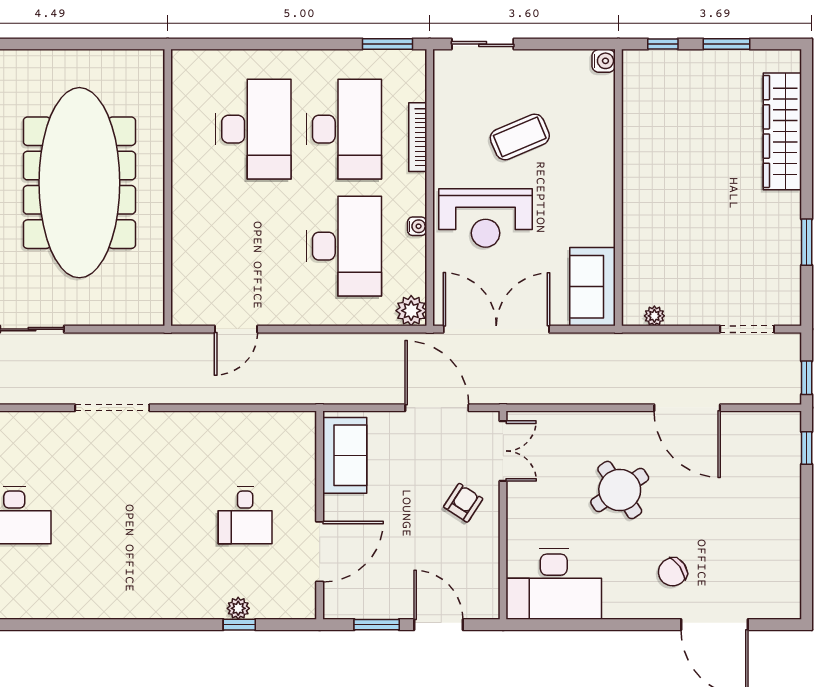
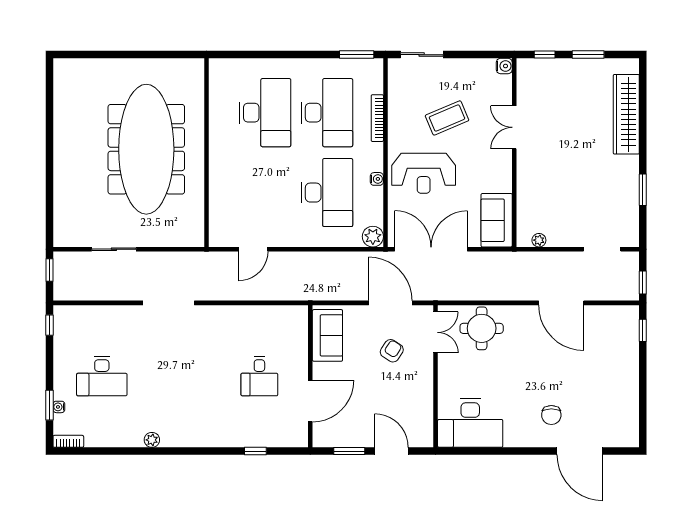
double door: (618, 151) -> (514, 127), added
round table: (620, 490) -> (482, 328), moved, turned 33
armchair: (463, 503) -> (392, 351), moved
chair: (673, 572) -> (551, 415), turned -56
plant: (238, 608) -> (152, 440), moved

